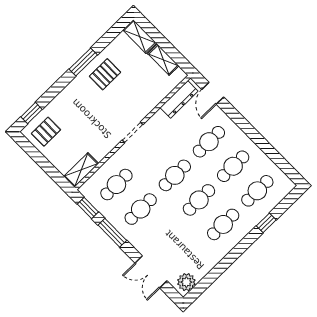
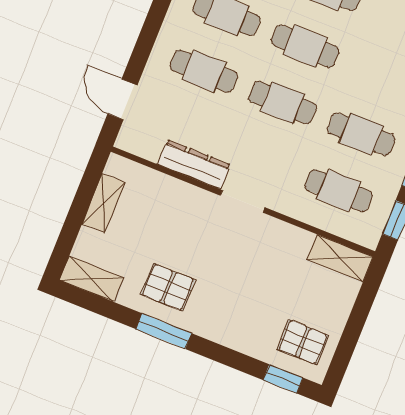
shelving: (140, 36) -> (91, 279), moved, turned 90
door: (213, 93) -> (123, 99), swing flipped
dresser: (179, 99) -> (194, 164), moved

